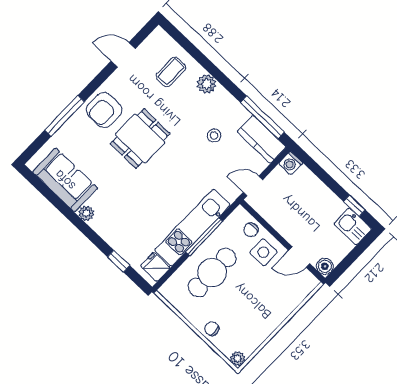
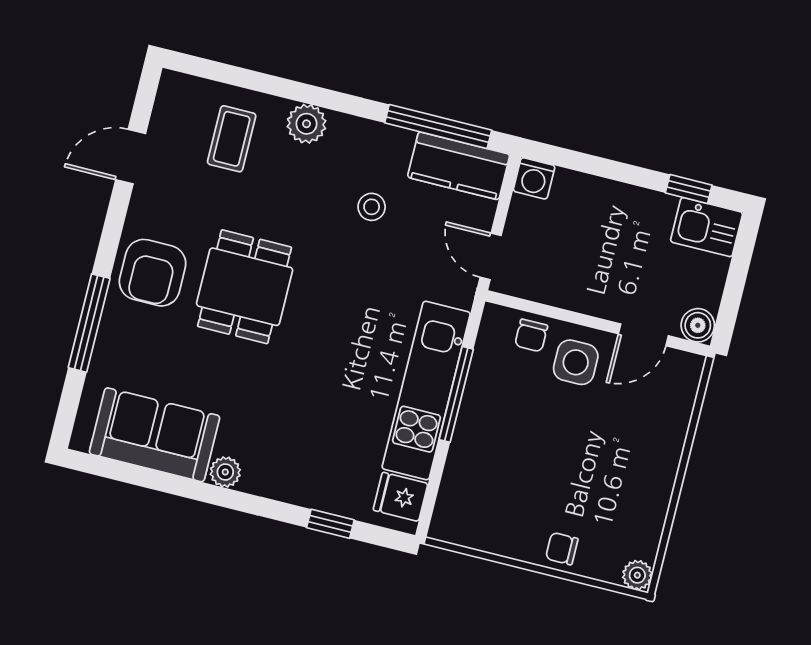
door: (253, 186) -> (491, 256), hinge flipped
cafe table: (212, 273) -> (506, 450), removed

